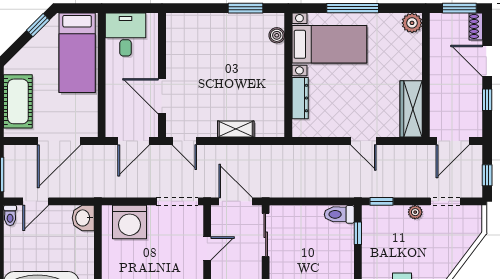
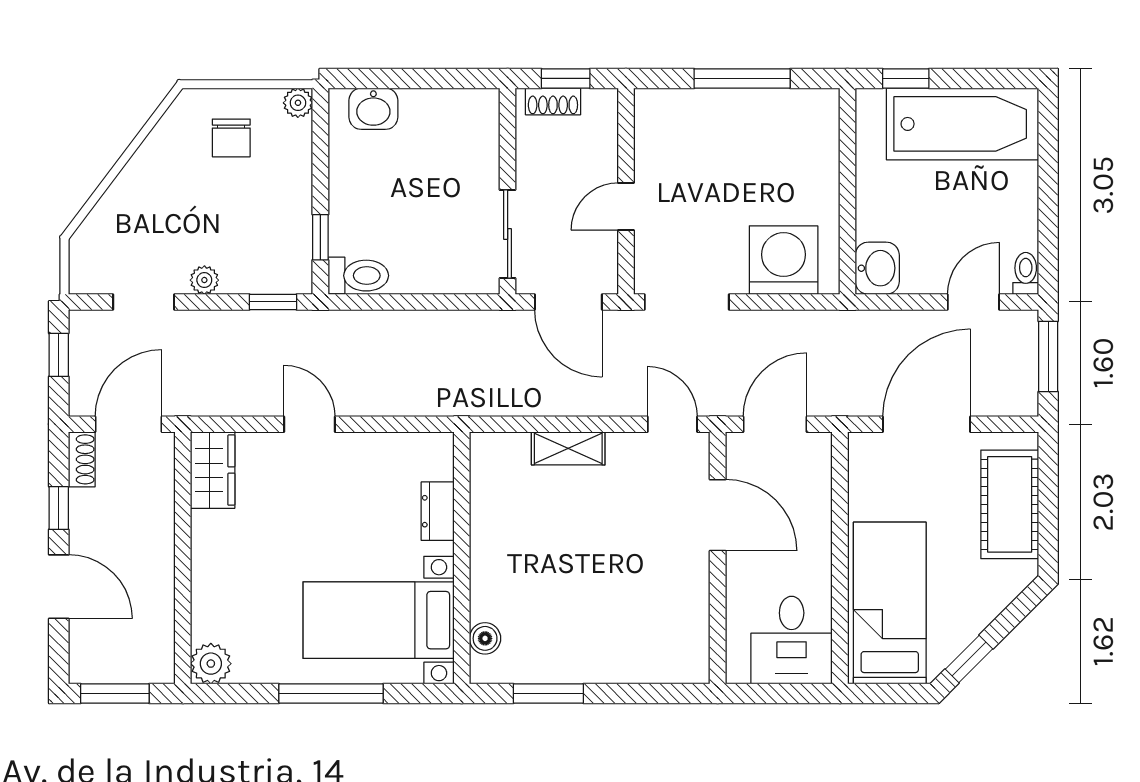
shoe rack: (476, 26) -> (82, 459), moved
dresser: (300, 98) -> (438, 511), width x0.70
wardrobe: (411, 109) -> (213, 470), width x0.67

